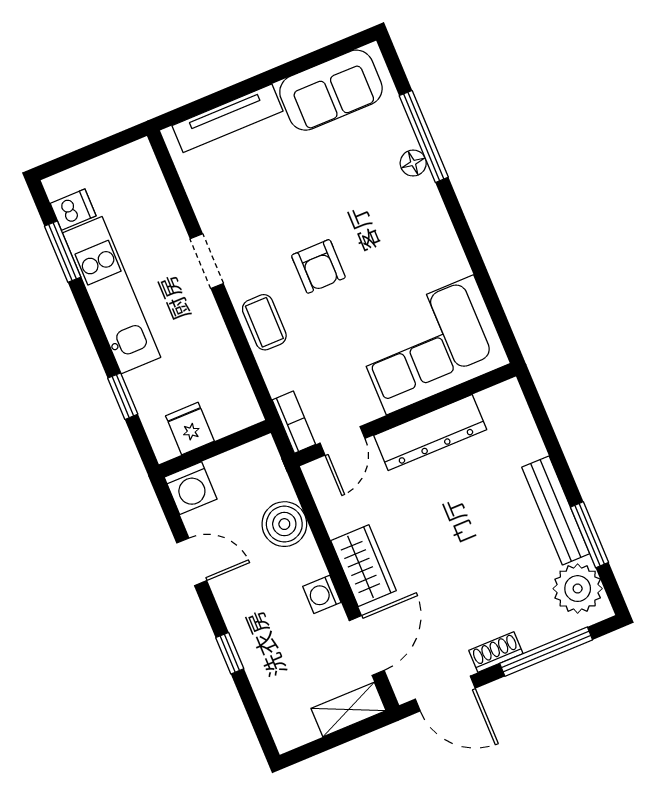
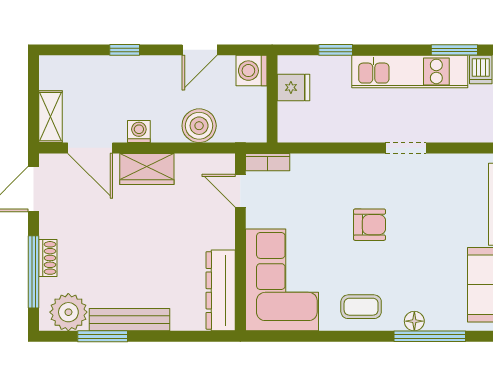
armchair: (318, 266) -> (369, 225), turned 180
coffee table: (264, 322) -> (361, 307), moved
dresser: (430, 433) -> (221, 290), moved
shoe rack: (496, 652) -> (48, 258), moved

